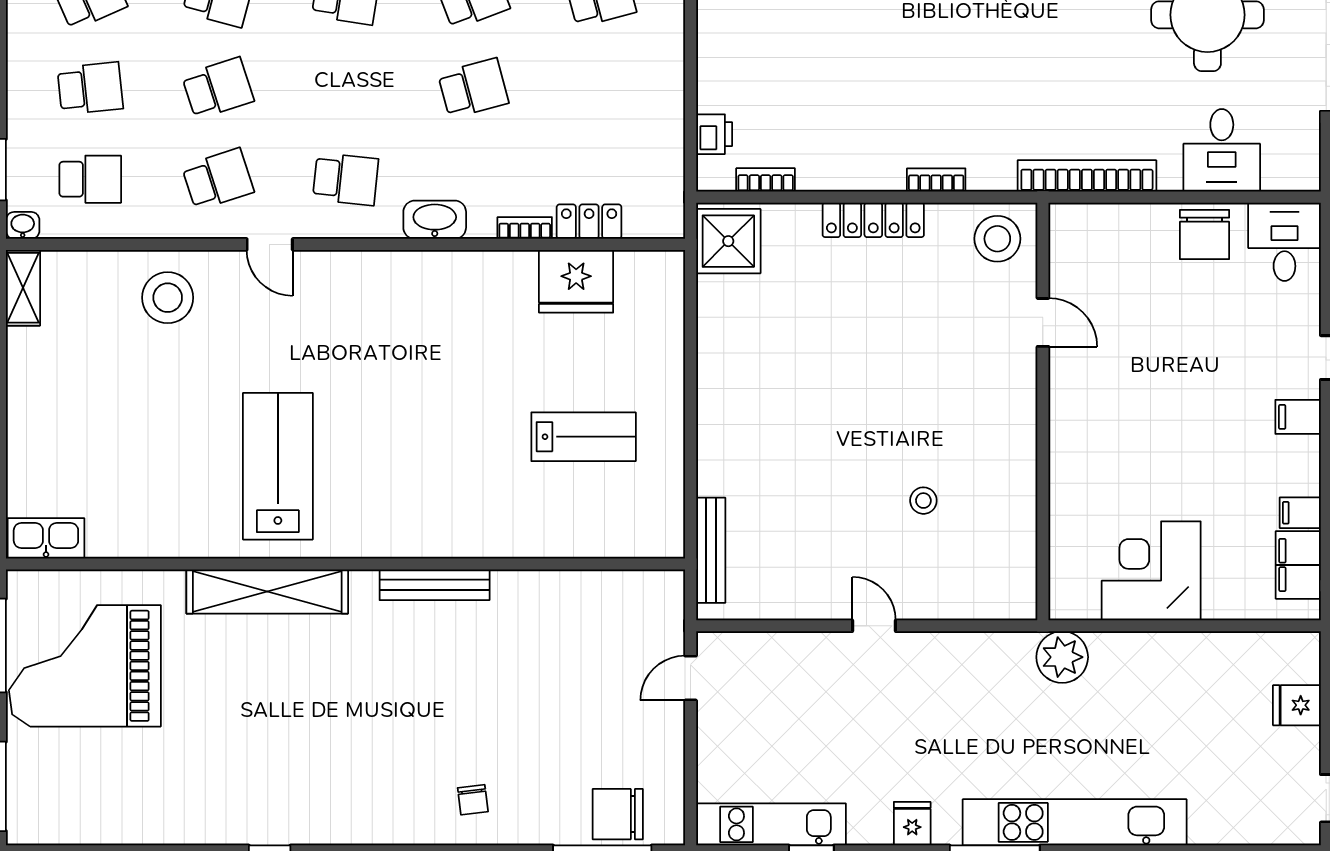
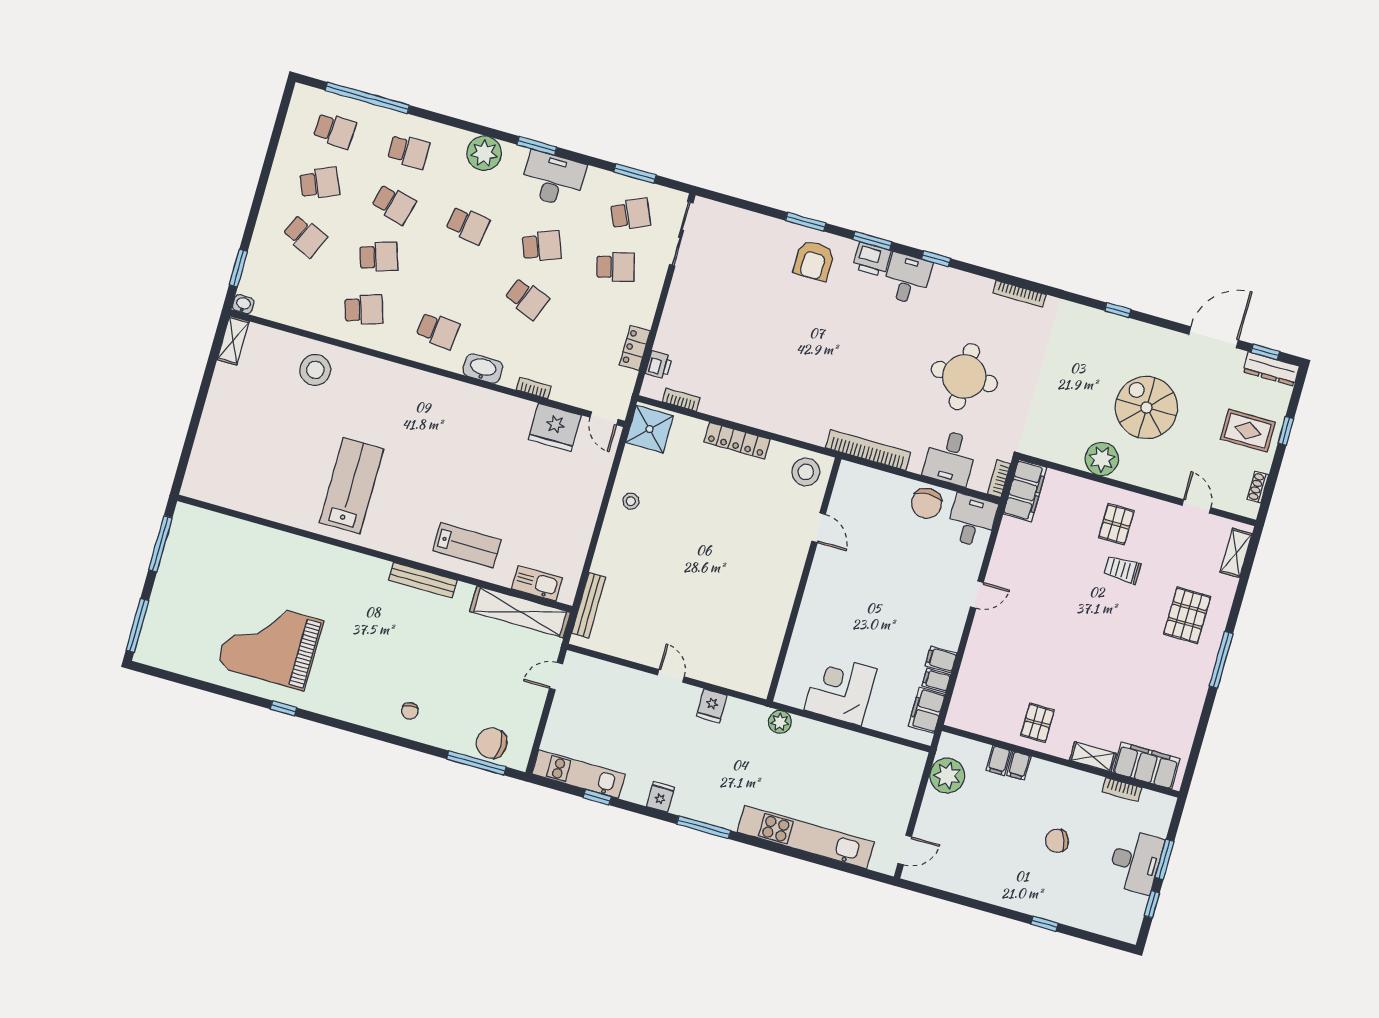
school desk: (90, 88) -> (305, 236), turned 30
school desk: (473, 88) -> (527, 299), turned 36
school desk: (90, 179) -> (290, 289), removed
bookcase: (936, 180) -> (999, 479), moved, turned -90
locker: (589, 222) -> (635, 348), moved, turned -90
door: (270, 244) -> (604, 418), moved
filing cabinet: (1298, 417) -> (941, 659), moved
lab bench: (584, 437) -> (467, 545), moved
stool: (923, 501) -> (631, 501), moved
kitchen sink: (46, 538) -> (537, 583), moved
shelving: (267, 591) -> (520, 612), moved
plant: (1062, 657) -> (780, 722), width x0.73, depth x0.73
grand piano: (85, 666) -> (270, 644), moved
fridge: (1297, 705) -> (712, 706), moved, turned -90
kitchen unit: (1075, 822) -> (806, 837), moved

